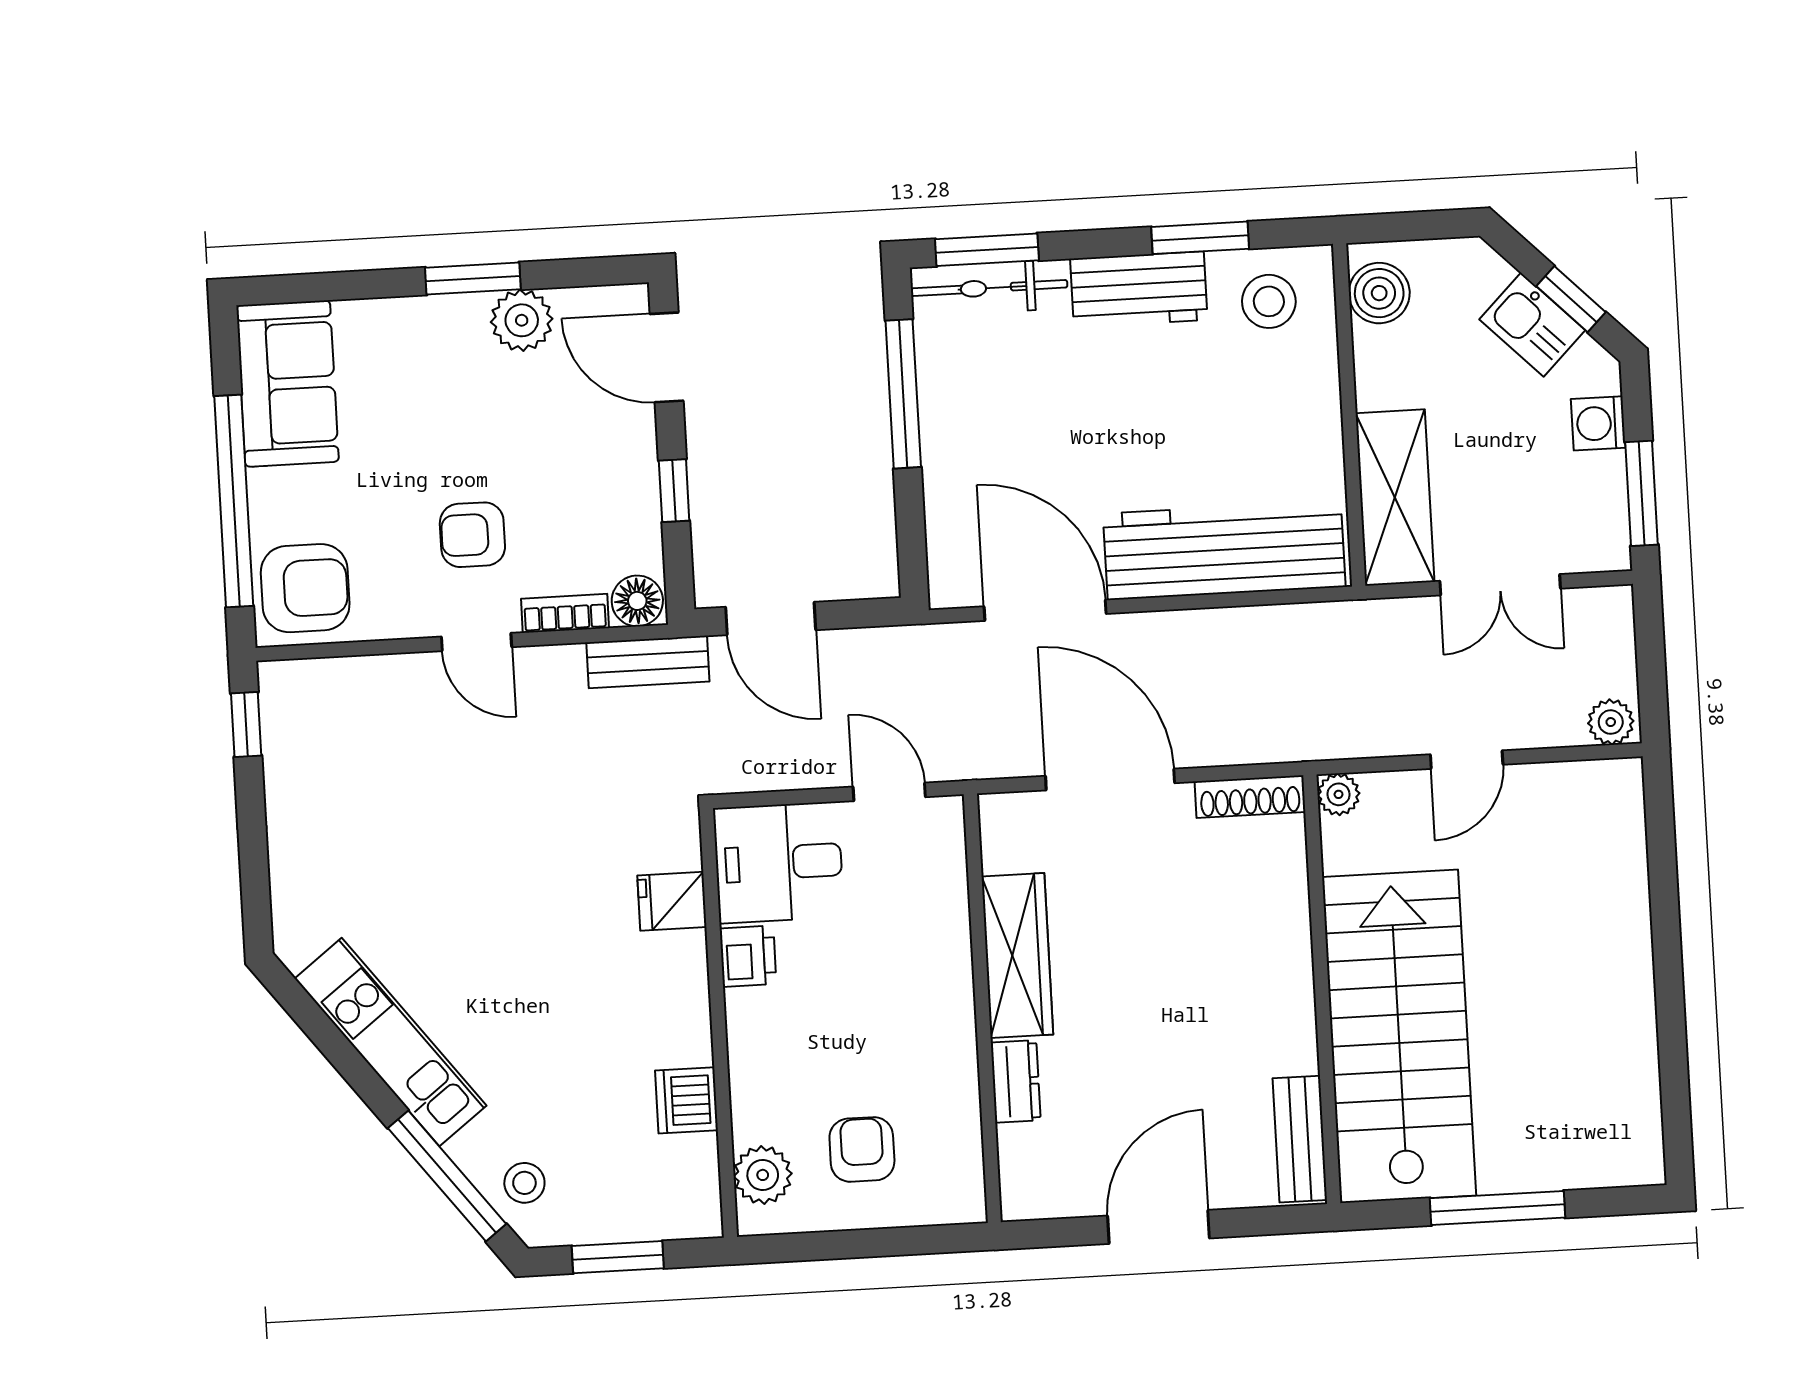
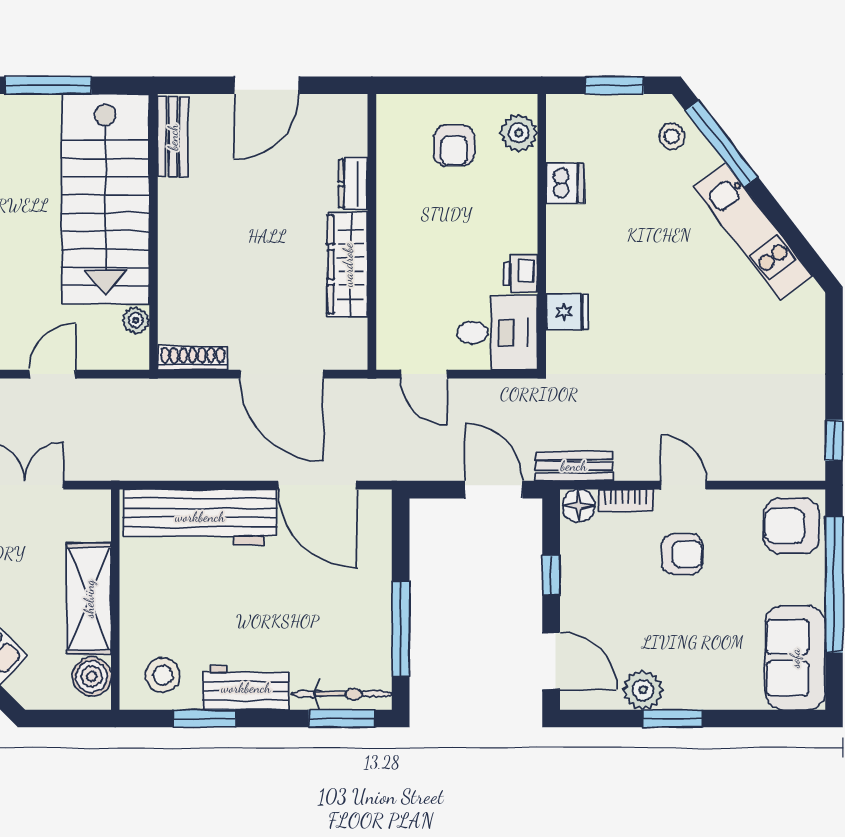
shelving: (1395, 497) -> (89, 599), moved
plant: (1338, 794) -> (136, 320), moved

